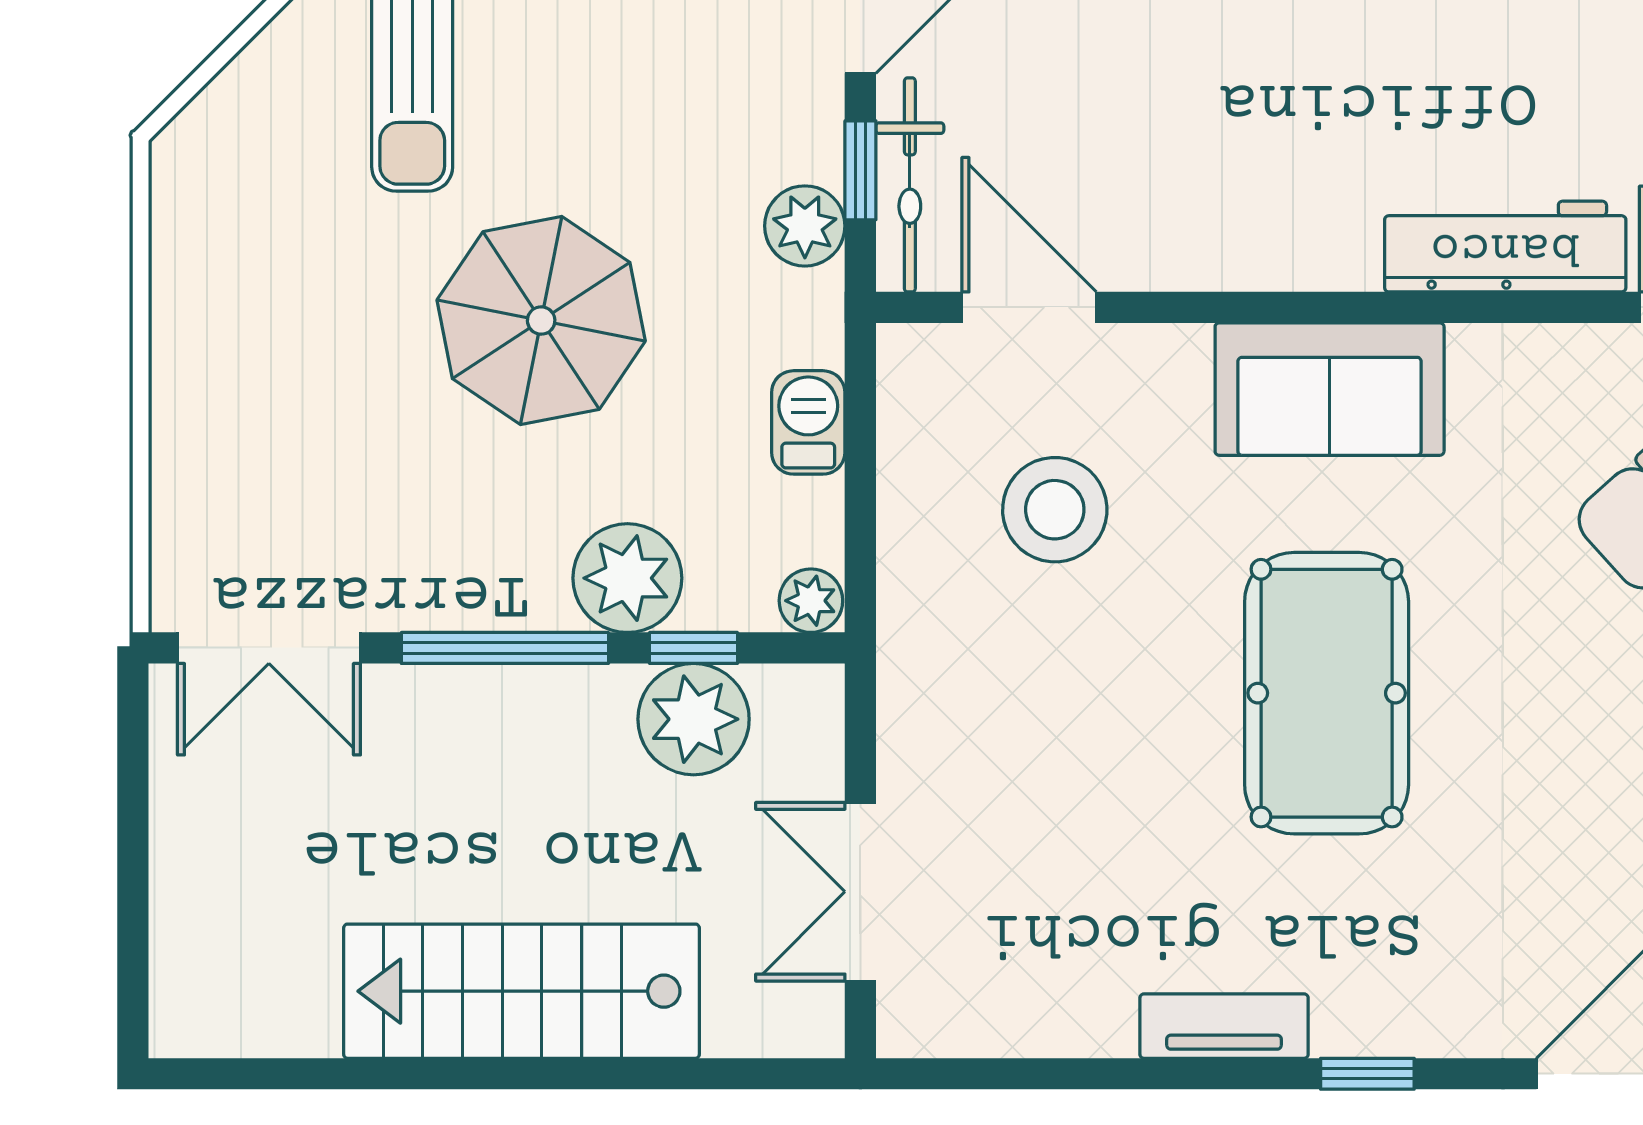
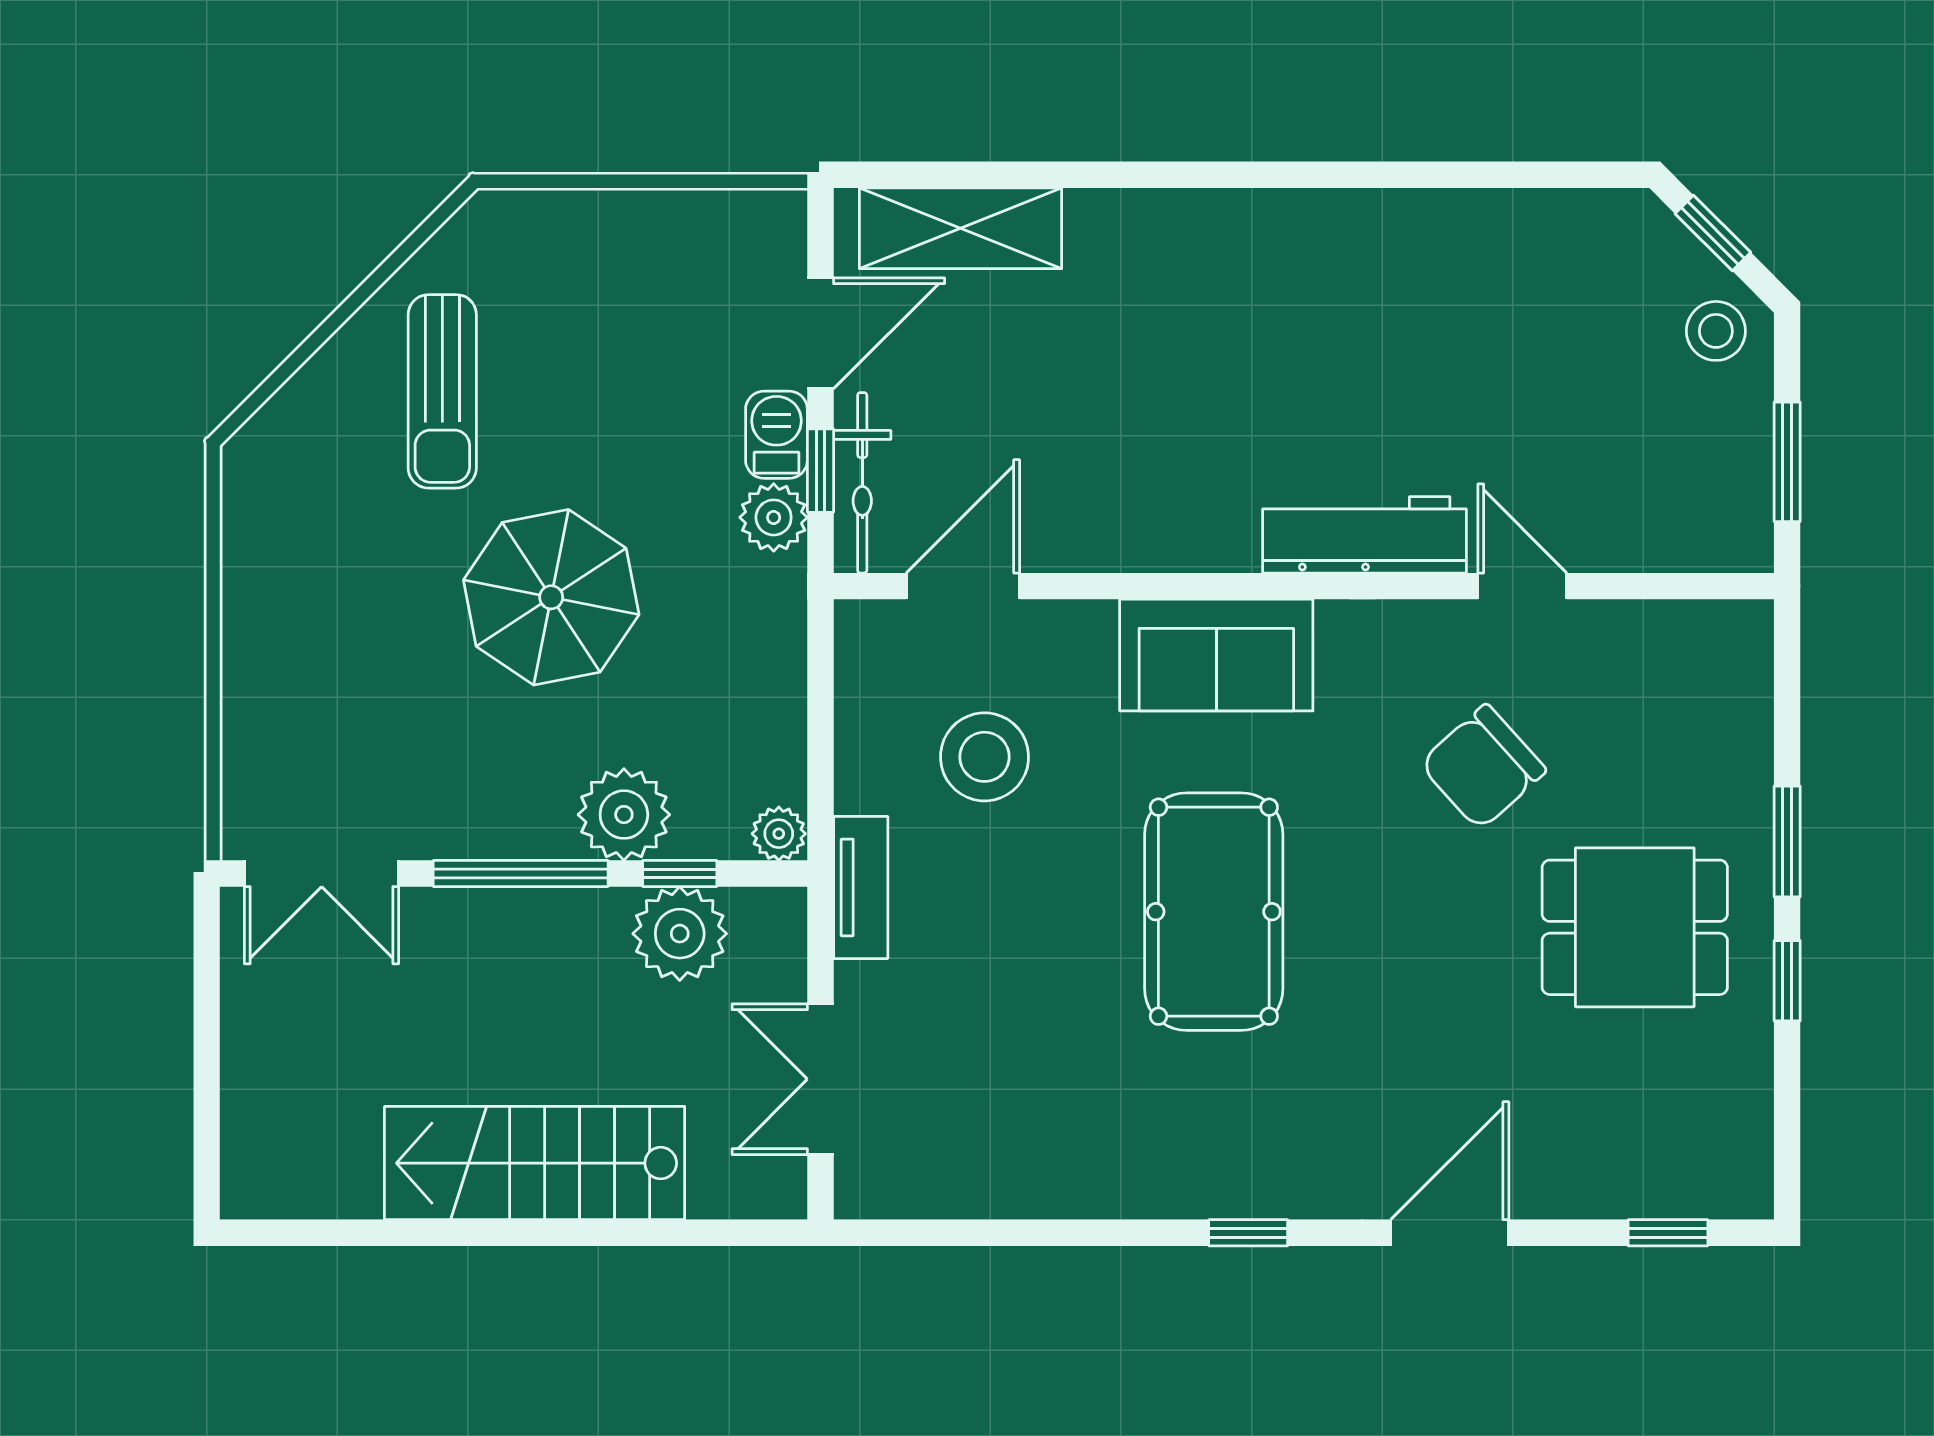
door: (1029, 307) -> (963, 586), hinge flipped
barbecue: (808, 422) -> (776, 435), moved
tv unit: (1224, 1026) -> (861, 888), moved, turned 90

